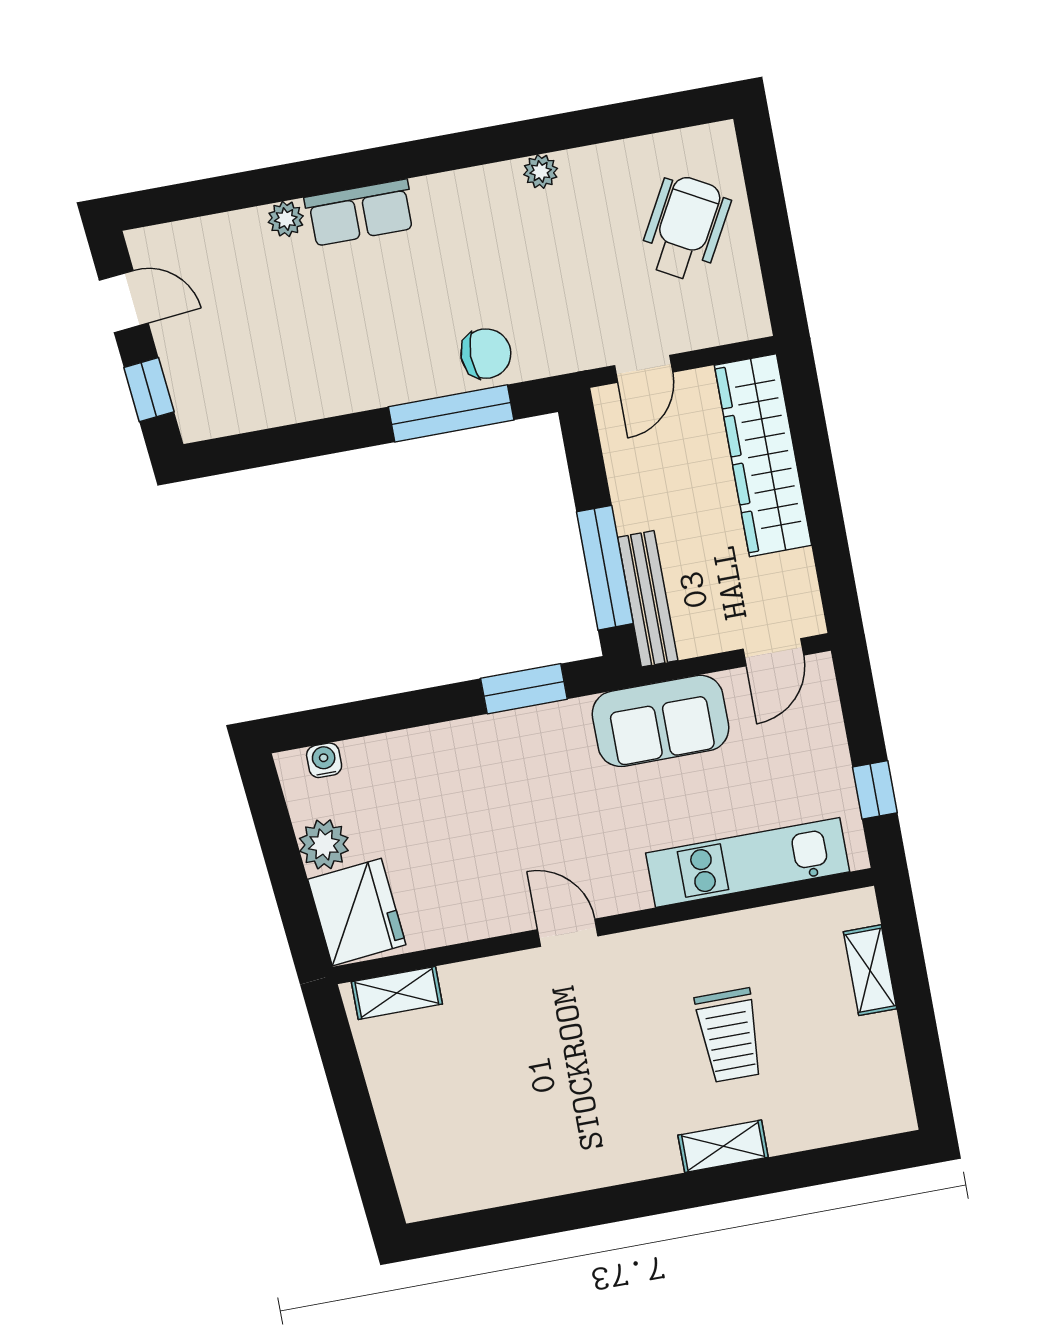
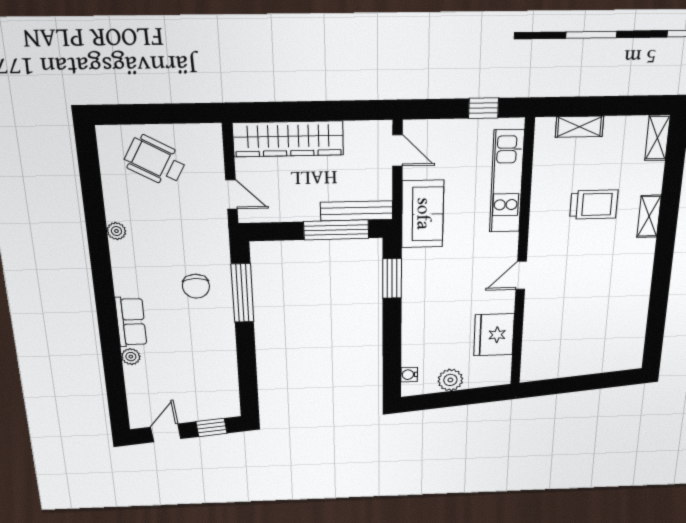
chair: (486, 354) -> (196, 286), moved, turned 180
fridge: (357, 912) -> (494, 335), moved, turned -84
shelving: (397, 993) -> (657, 138), moved

